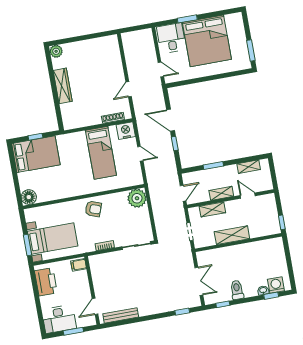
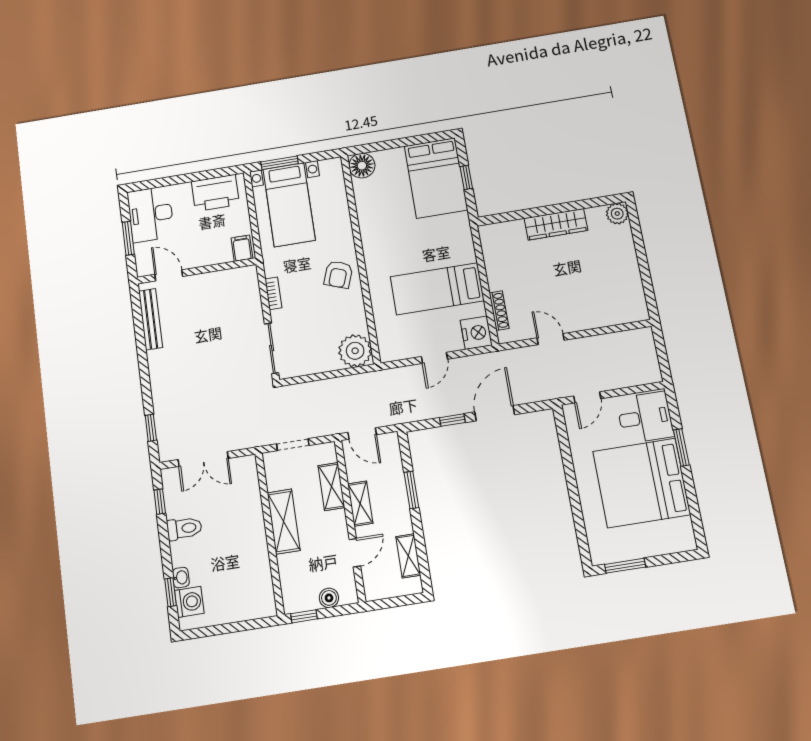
boiler: (272, 209) -> (329, 598), added

